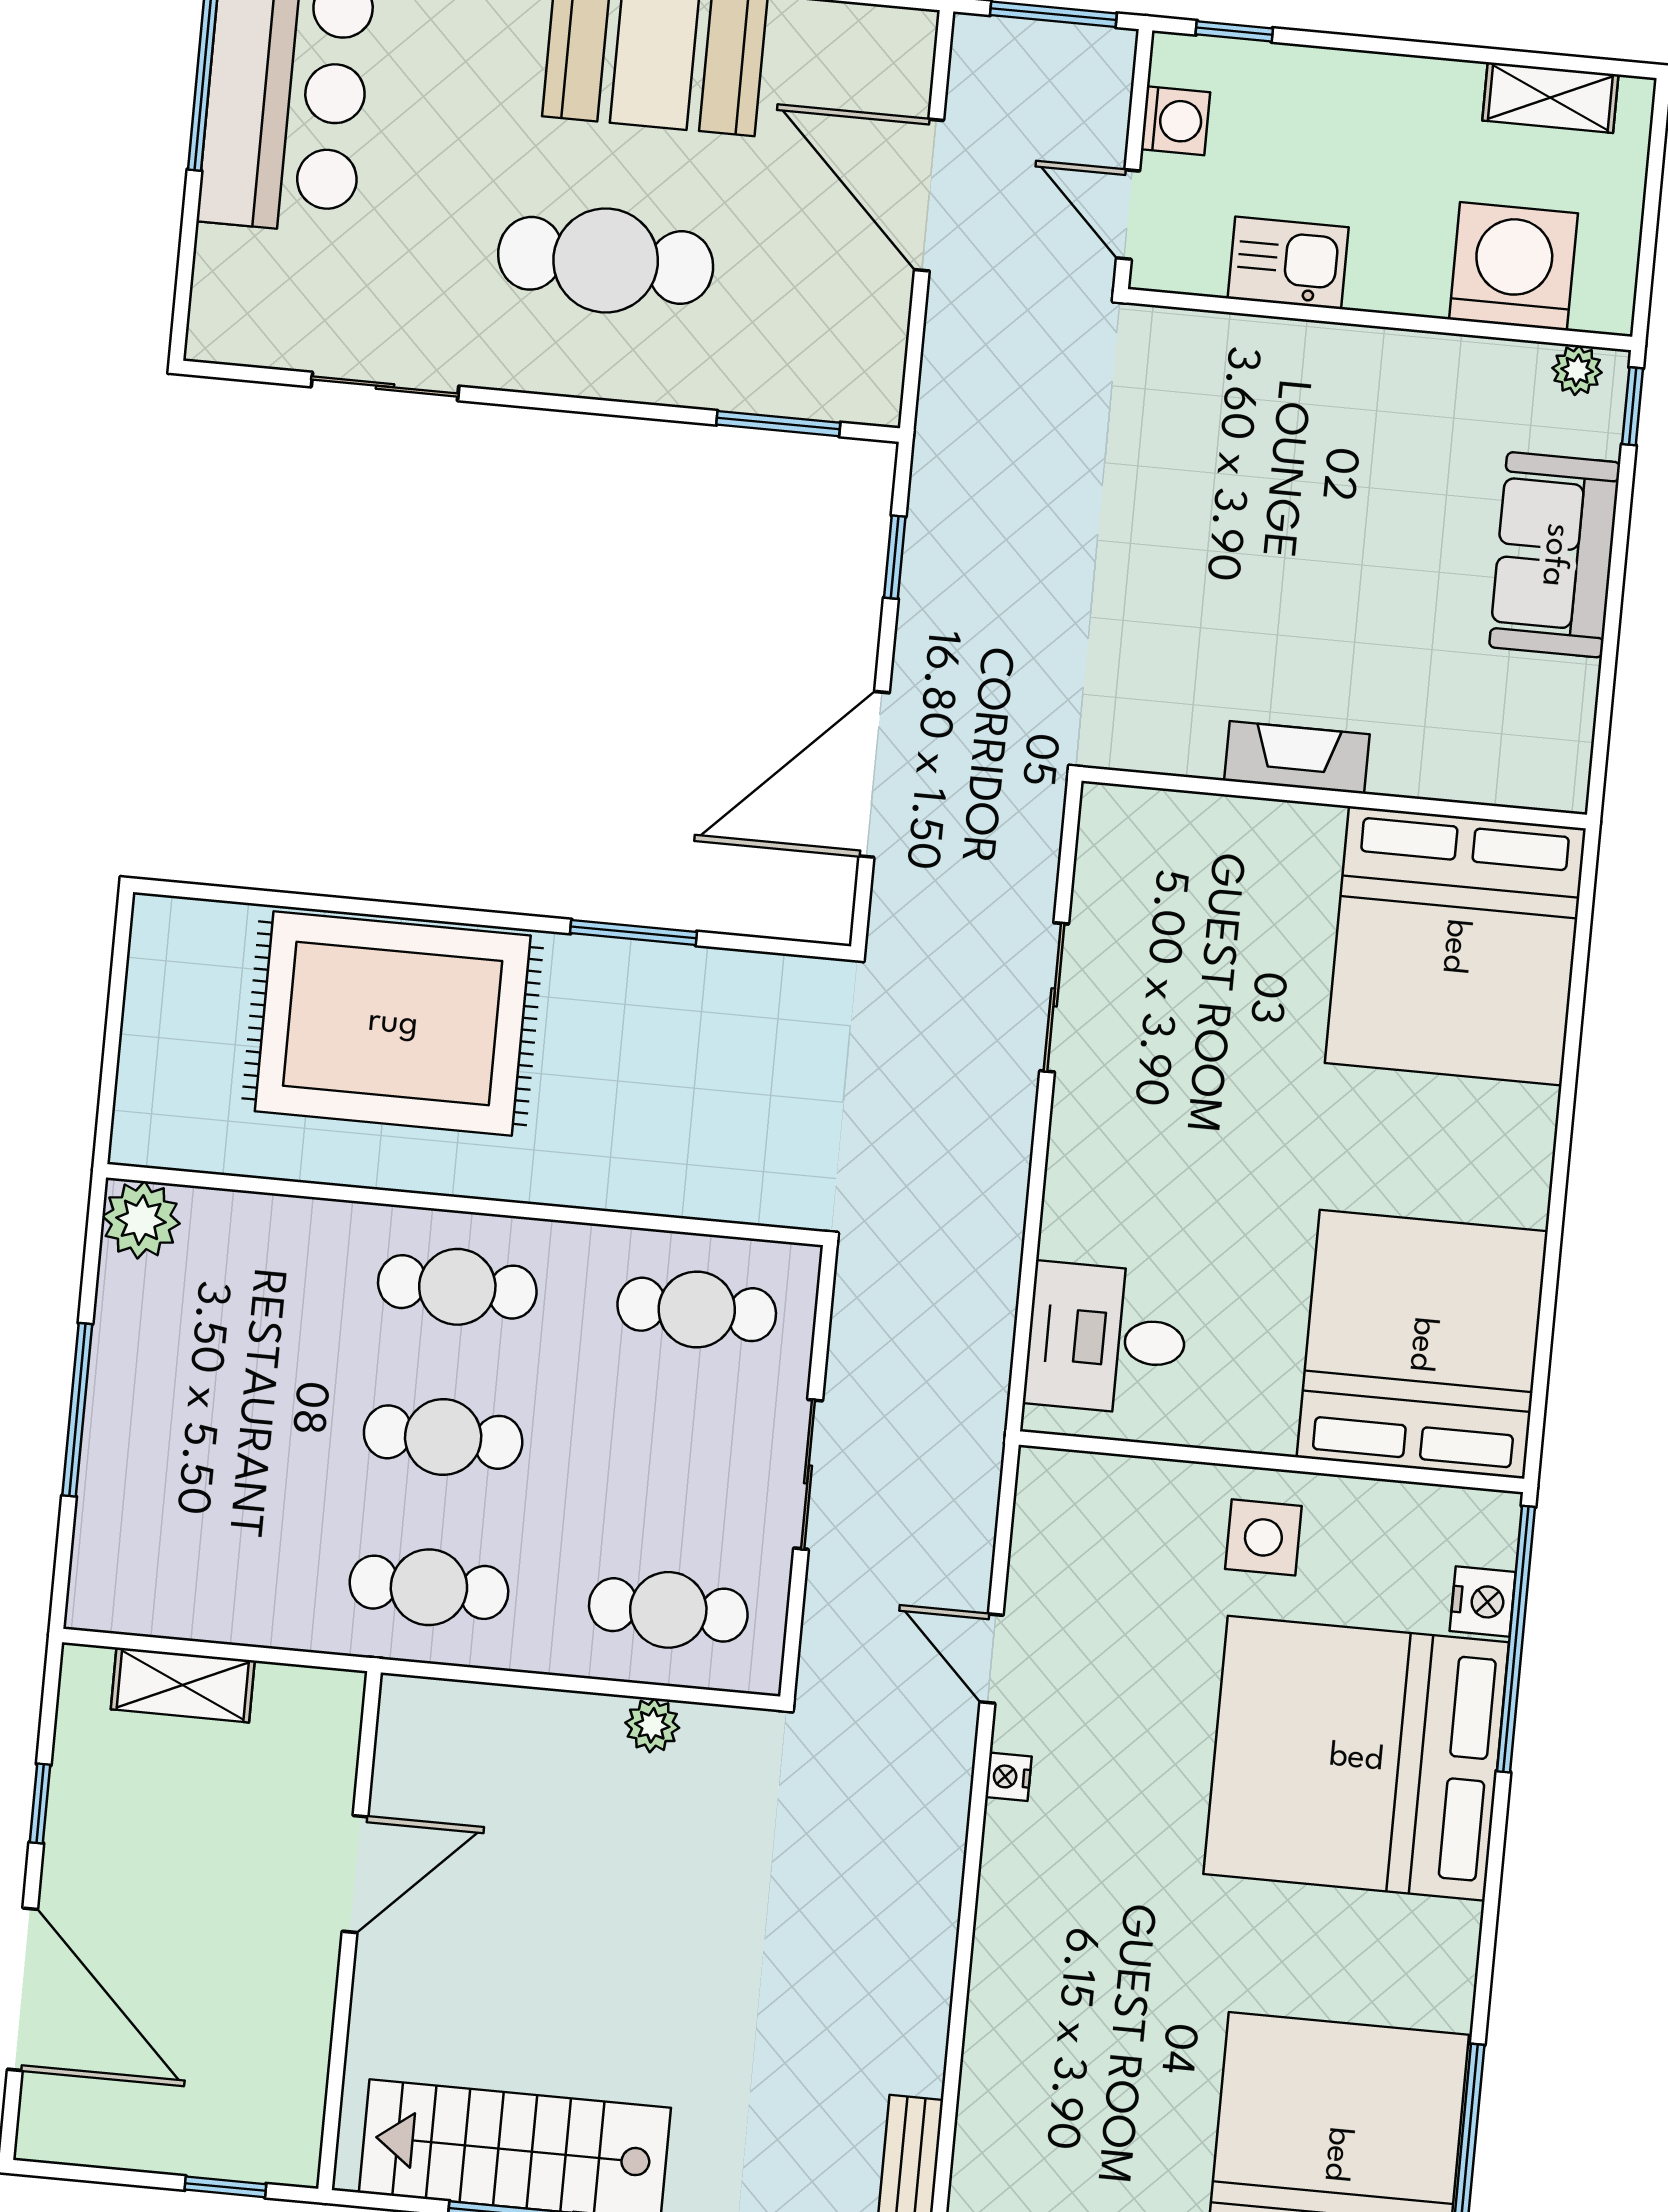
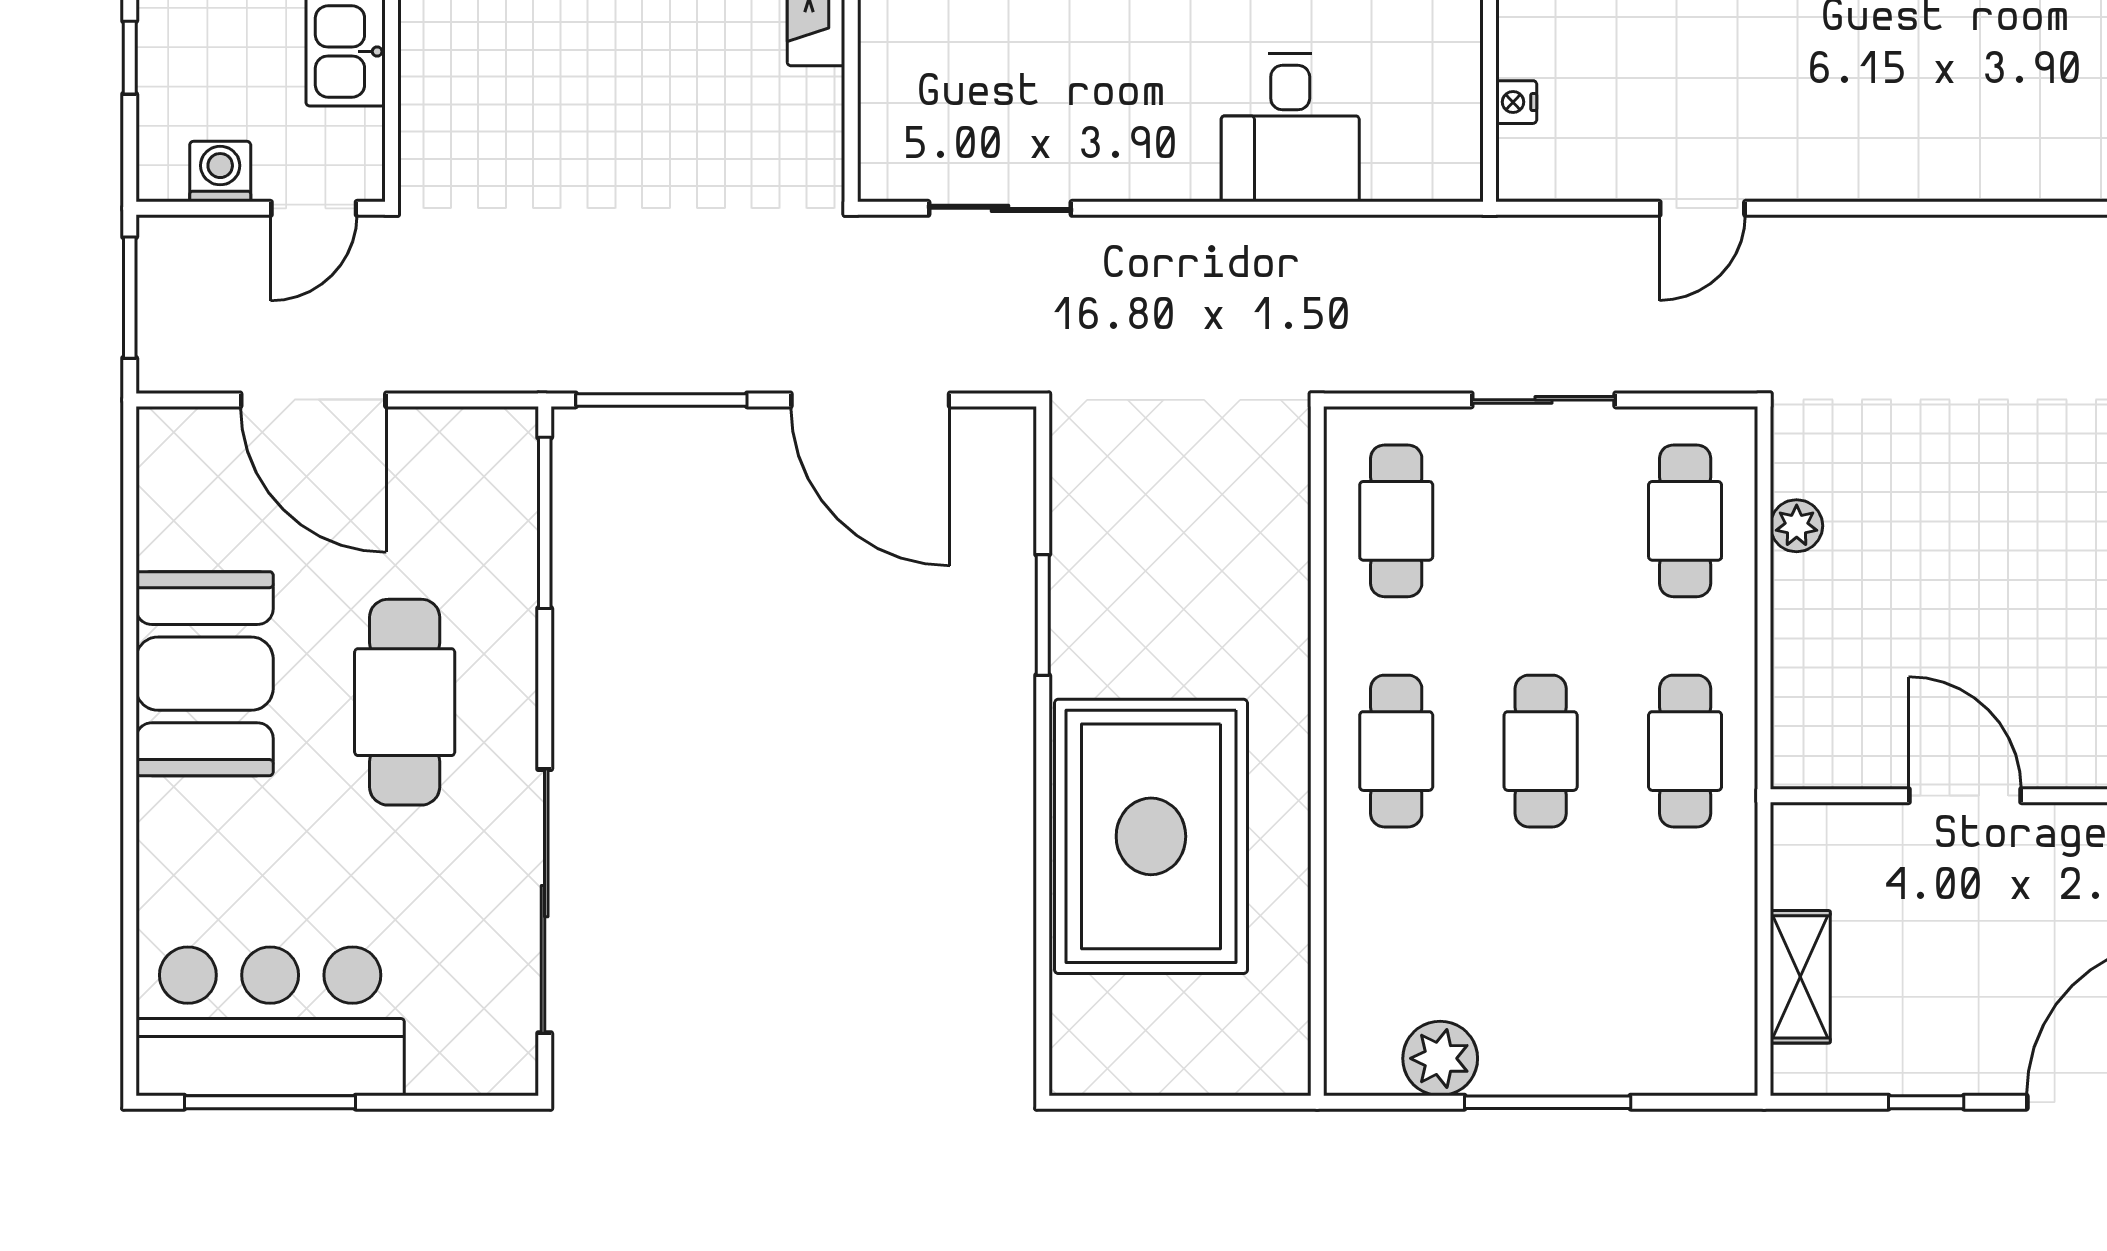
window: (1234, 31) -> (130, 58), moved
door: (929, 195) -> (313, 400), hinge flipped
sliding door: (385, 386) -> (545, 901), width x1.86
window: (778, 424) -> (545, 523), width x1.44
window: (895, 557) -> (661, 400), width x2.17
sliding door: (1054, 997) -> (1000, 208), moved
plant: (141, 1220) -> (1440, 1058), moved
desk: (1107, 1339) -> (1290, 128), moved
nightstand: (1008, 1777) -> (1516, 102), moved, turned 90

